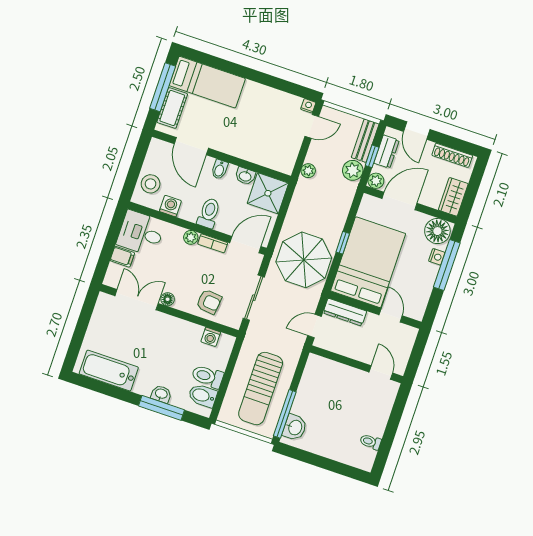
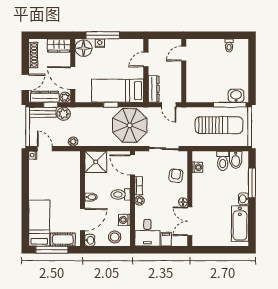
dresser: (387, 152) -> (45, 97), width x1.44
washbasin: (245, 176) -> (90, 240), moved
bed: (368, 262) -> (118, 91), width x0.67
washbasin: (161, 394) -> (243, 199), moved

